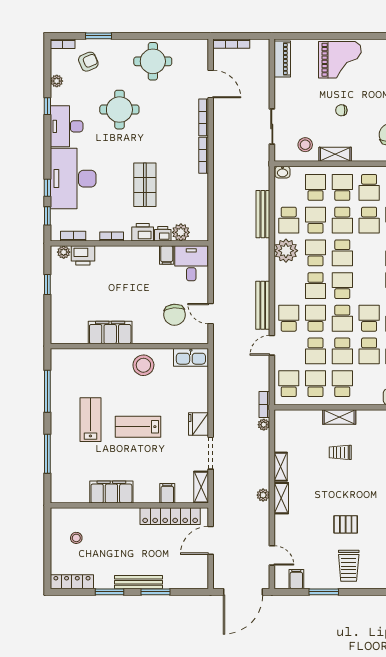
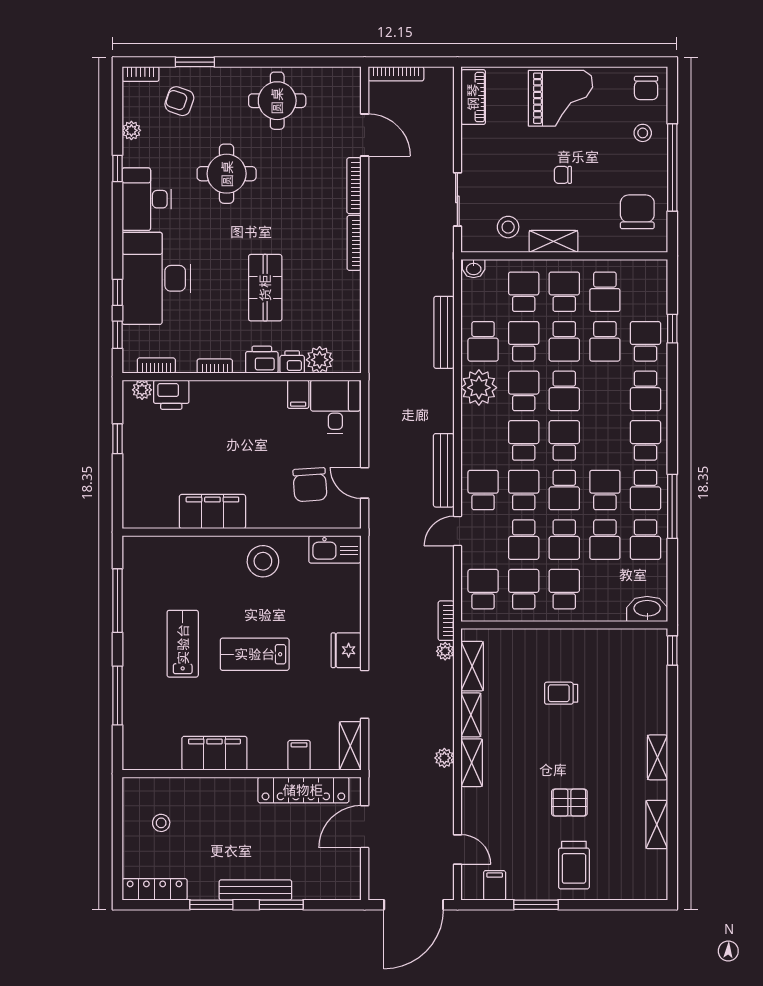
armchair: (88, 62) -> (179, 101), turned -138
school desk: (316, 286) -> (524, 440), turned 180
shelving: (339, 417) -> (472, 666), moved, turned 90

